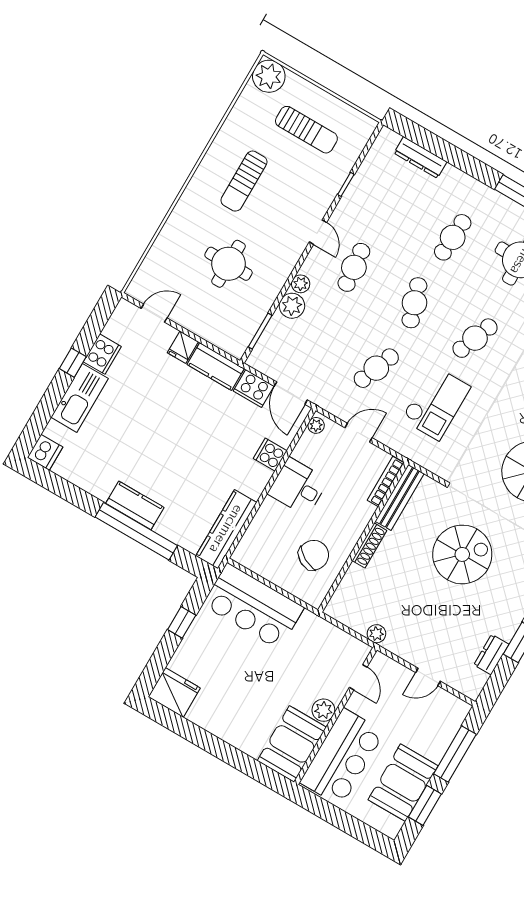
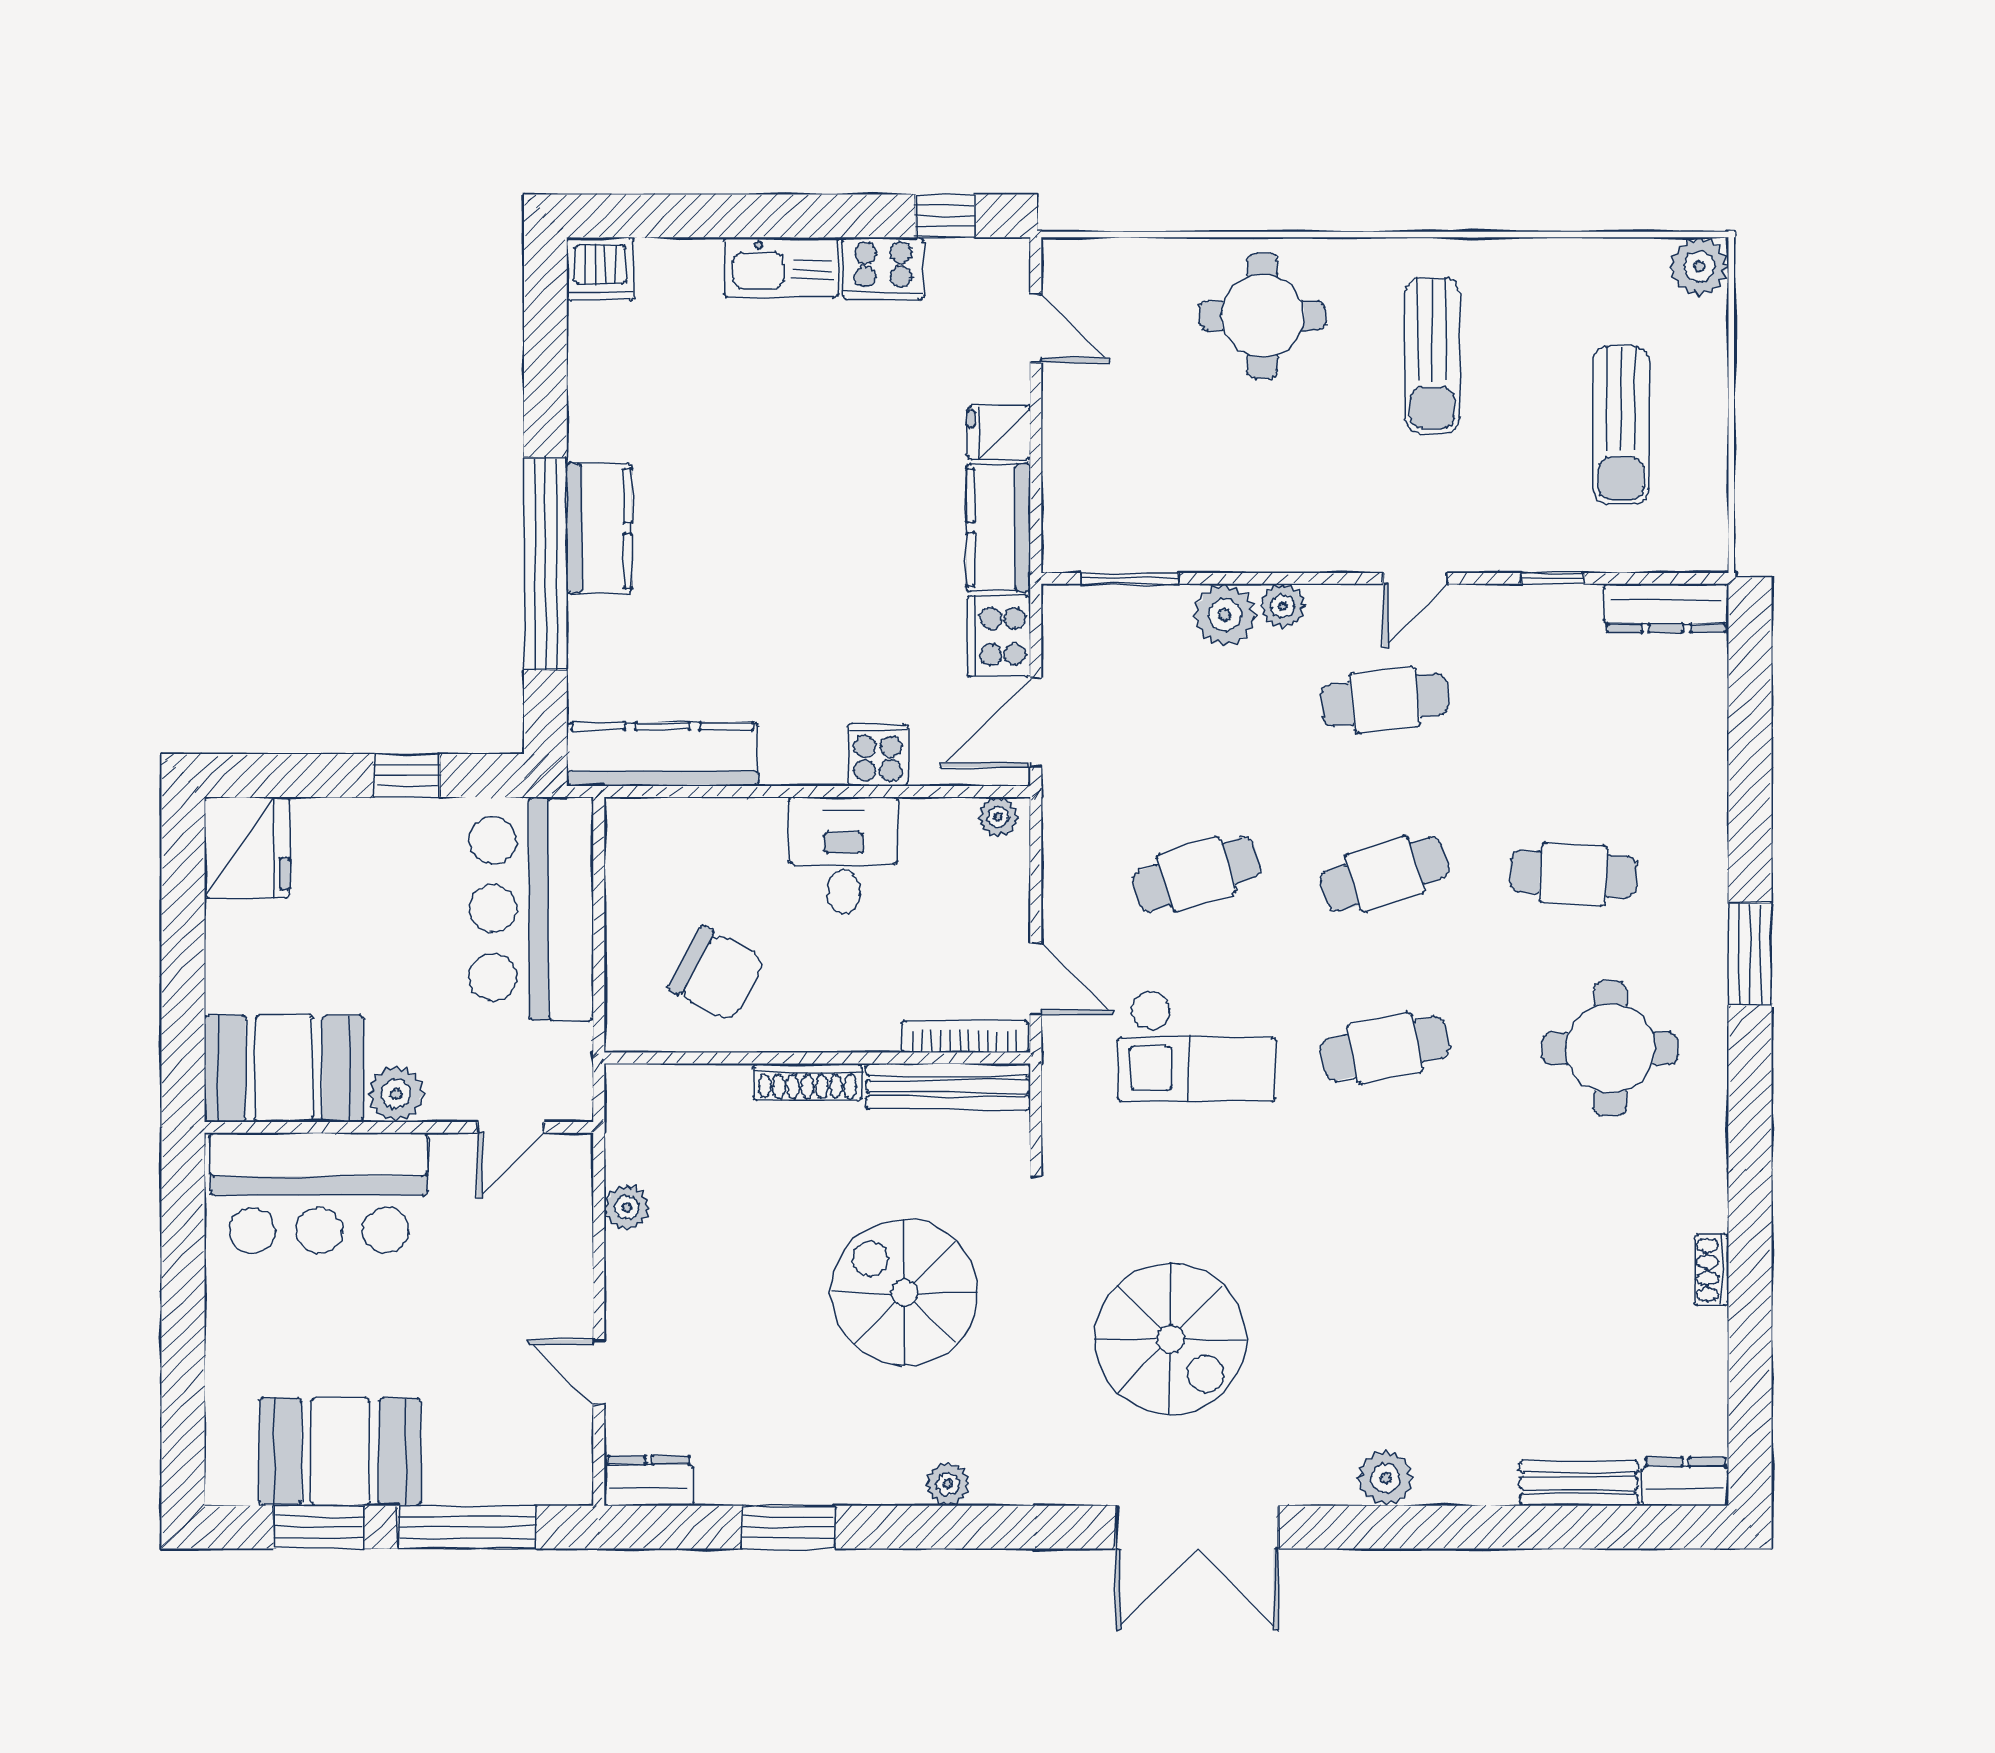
plant: (269, 76) -> (1699, 267), width x0.73, depth x0.73
dresser: (420, 157) -> (1666, 608), moved, turned -90
sun lounger: (244, 181) -> (1432, 356), turned -90
round table: (228, 264) -> (1263, 316), moved
cafe table: (475, 338) -> (1385, 1048), turned -33
window: (73, 363) -> (945, 216), moved
cafe table: (376, 368) -> (1197, 874), turned -39
kitchen sink: (80, 398) -> (781, 267), width x0.73, depth x0.81
door: (359, 433) -> (1036, 979), moved
spiral stairs: (462, 554) -> (904, 1293), turned 180
dresser: (491, 655) -> (649, 1481), moved
door: (358, 677) -> (511, 1127), moved
plant: (323, 710) -> (396, 1094), moved
wall: (336, 716) -> (399, 1127), moved
booth: (292, 744) -> (284, 1069), moved
bar counter: (342, 757) -> (319, 1193), moved

